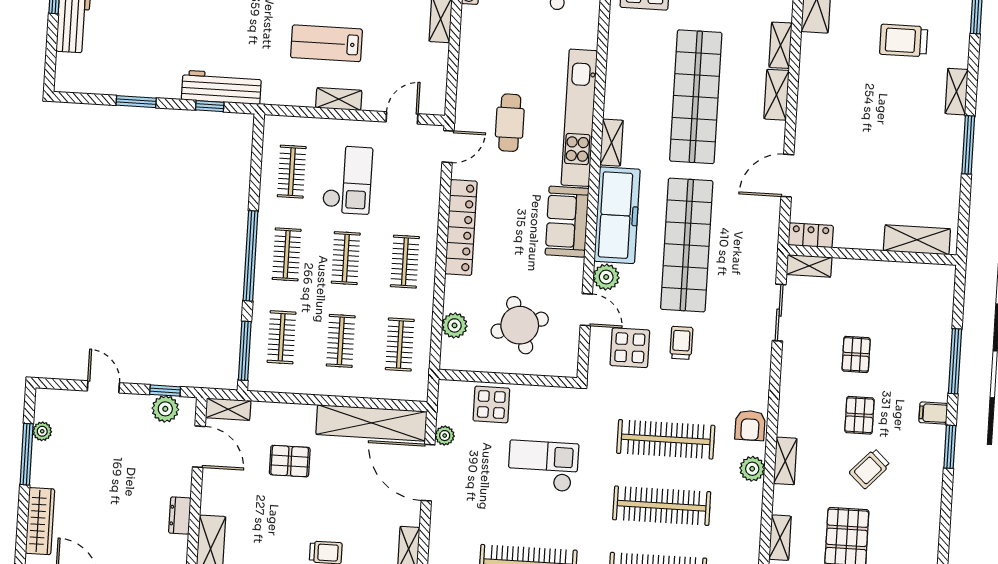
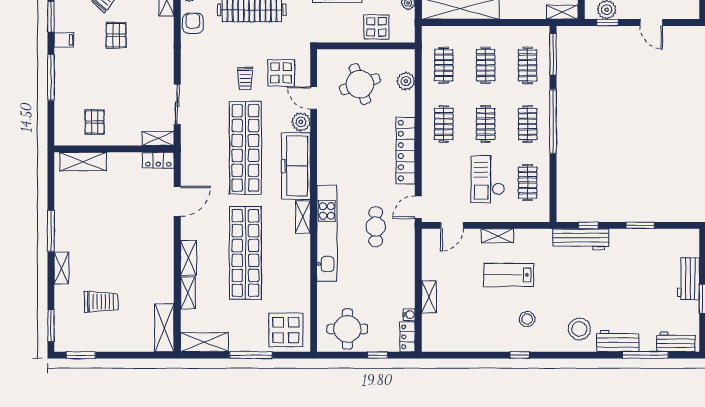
lab bench: (326, 43) -> (509, 275), turned 180
sofa: (567, 222) -> (331, 159), removed
pallet: (856, 354) -> (95, 122), moved

